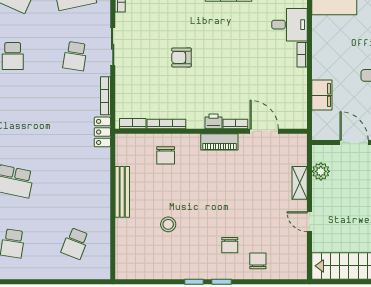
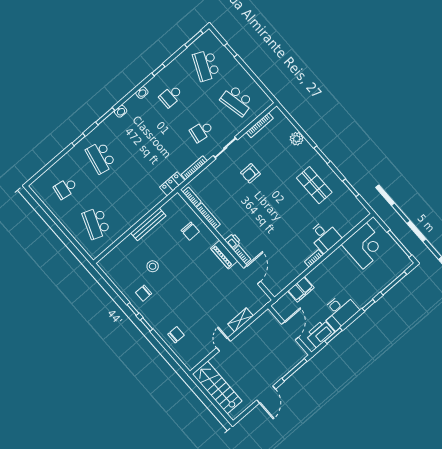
armchair: (181, 57) -> (250, 173), moved, turned -90
chair: (166, 155) -> (190, 231), turned -90
plant: (321, 171) -> (257, 326), removed
school desk: (75, 243) -> (96, 223), width x1.85
chair: (230, 245) -> (144, 293), moved

